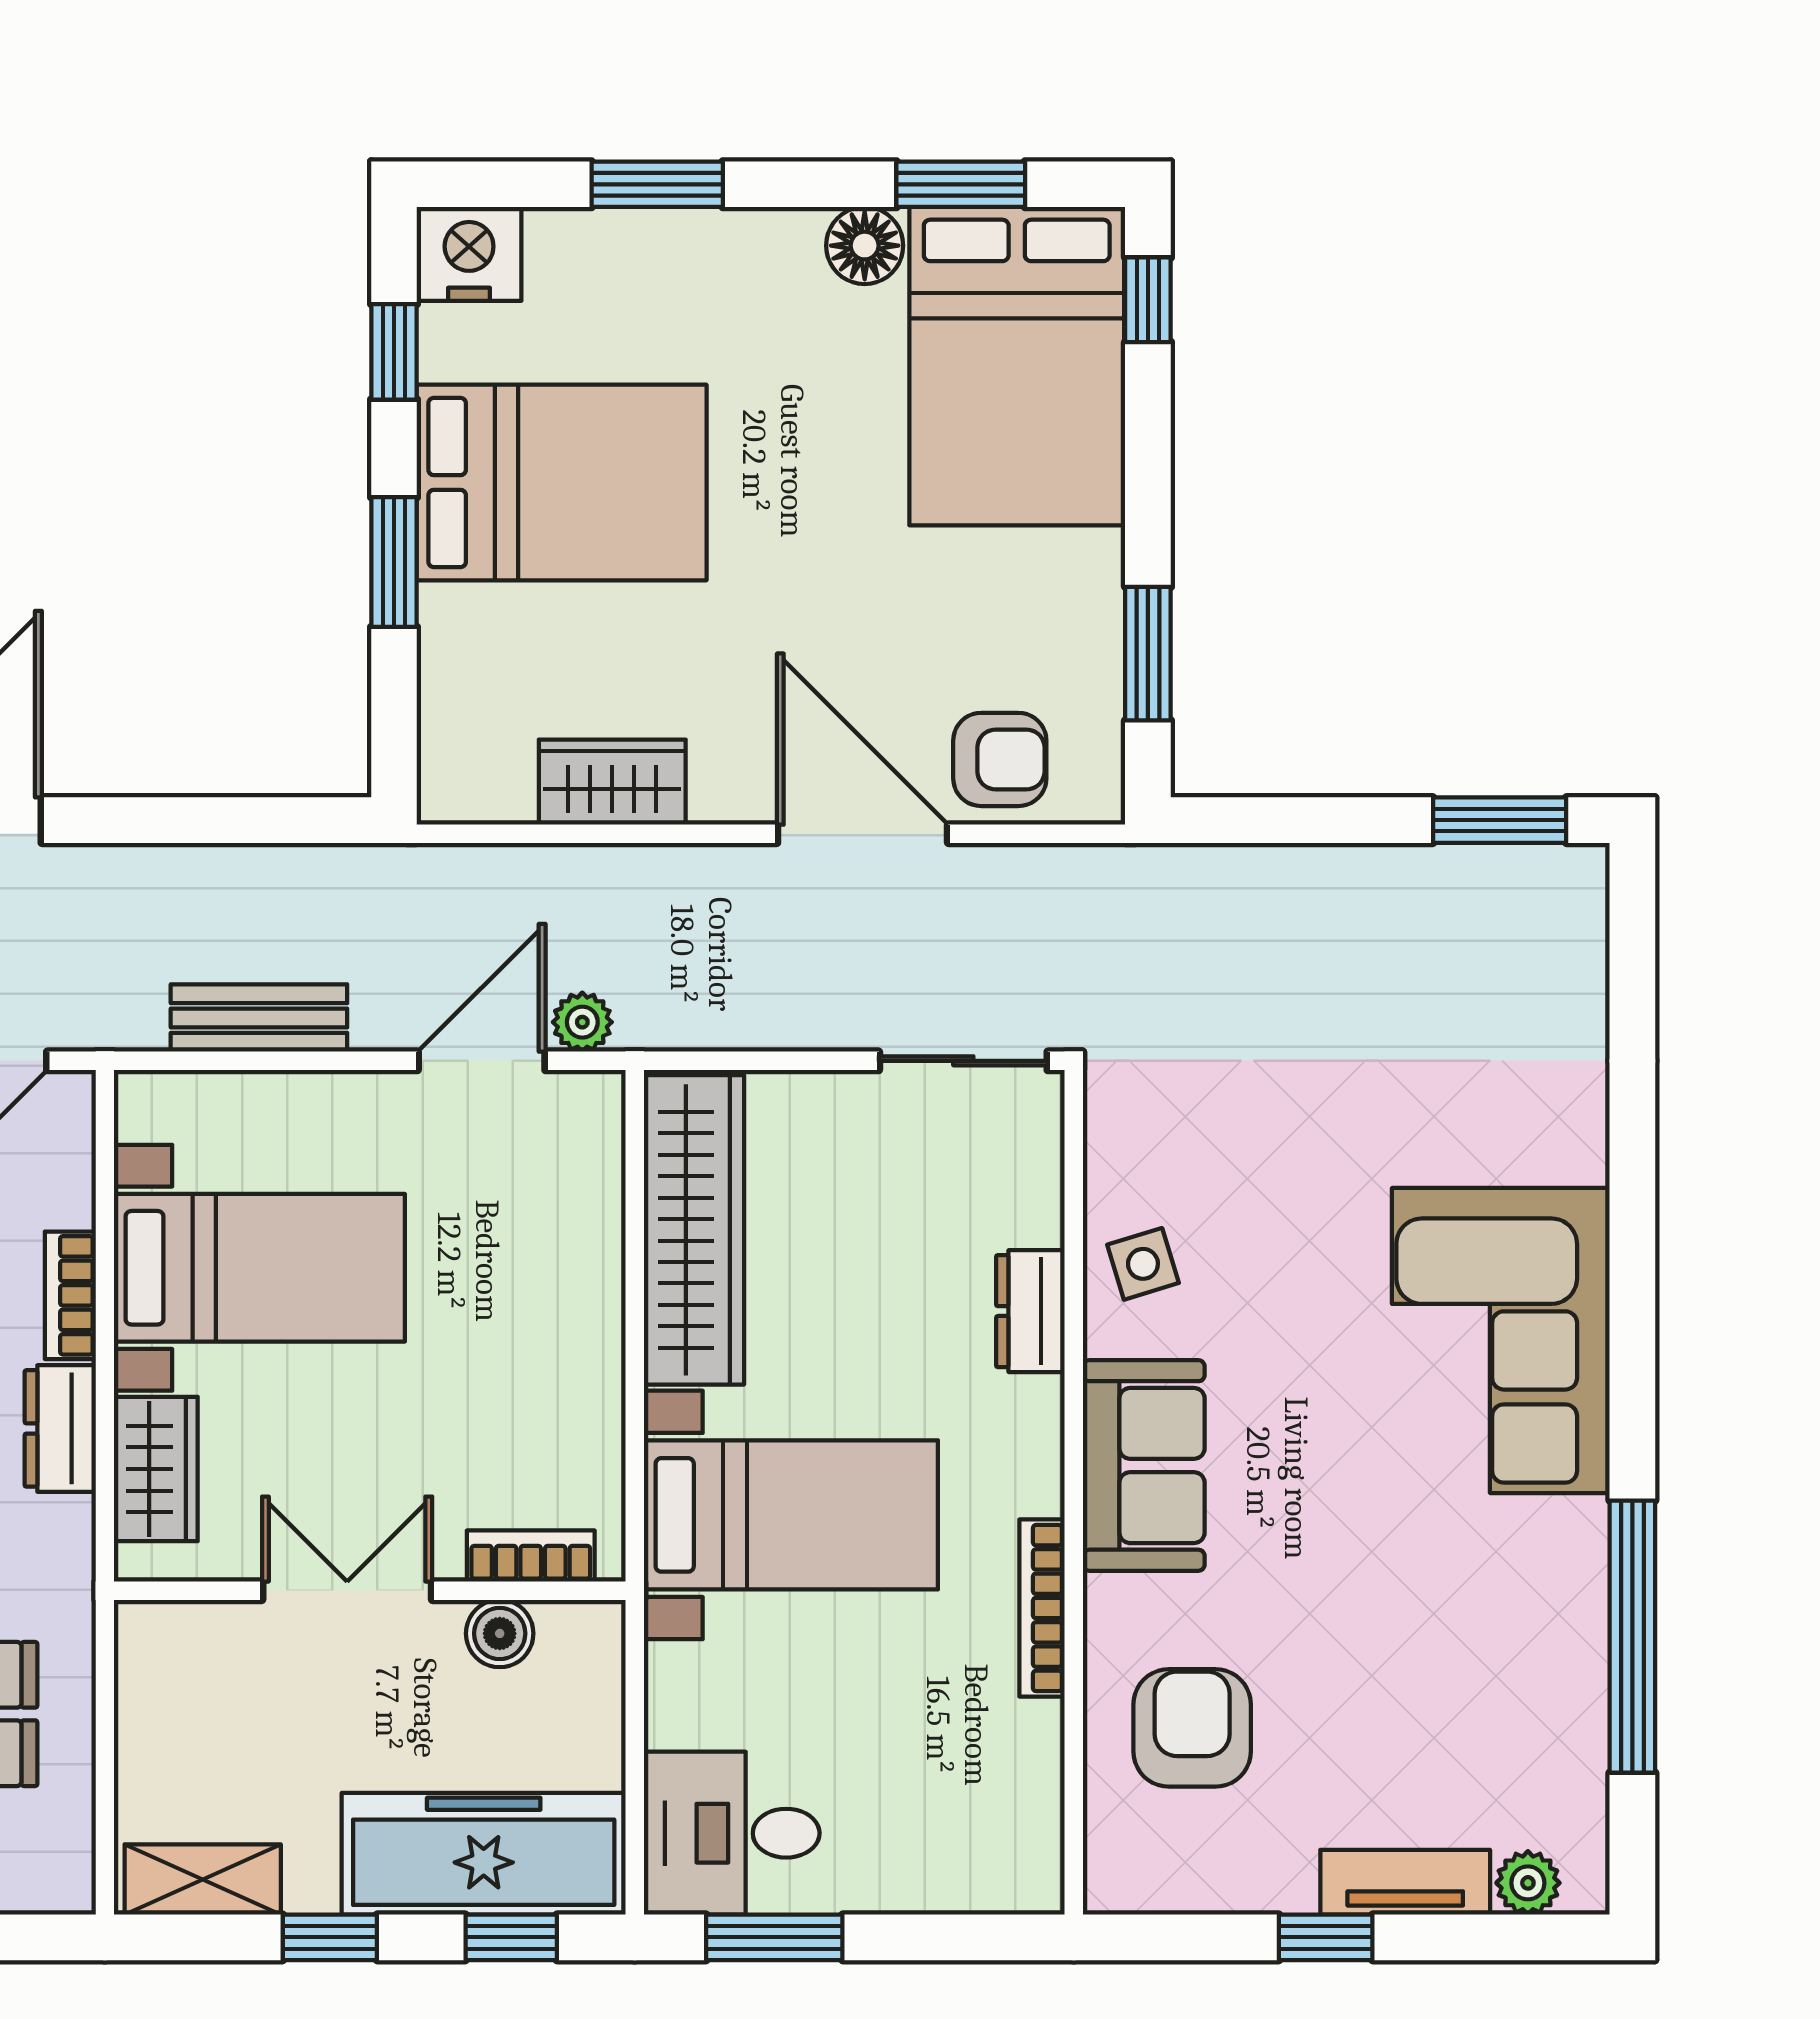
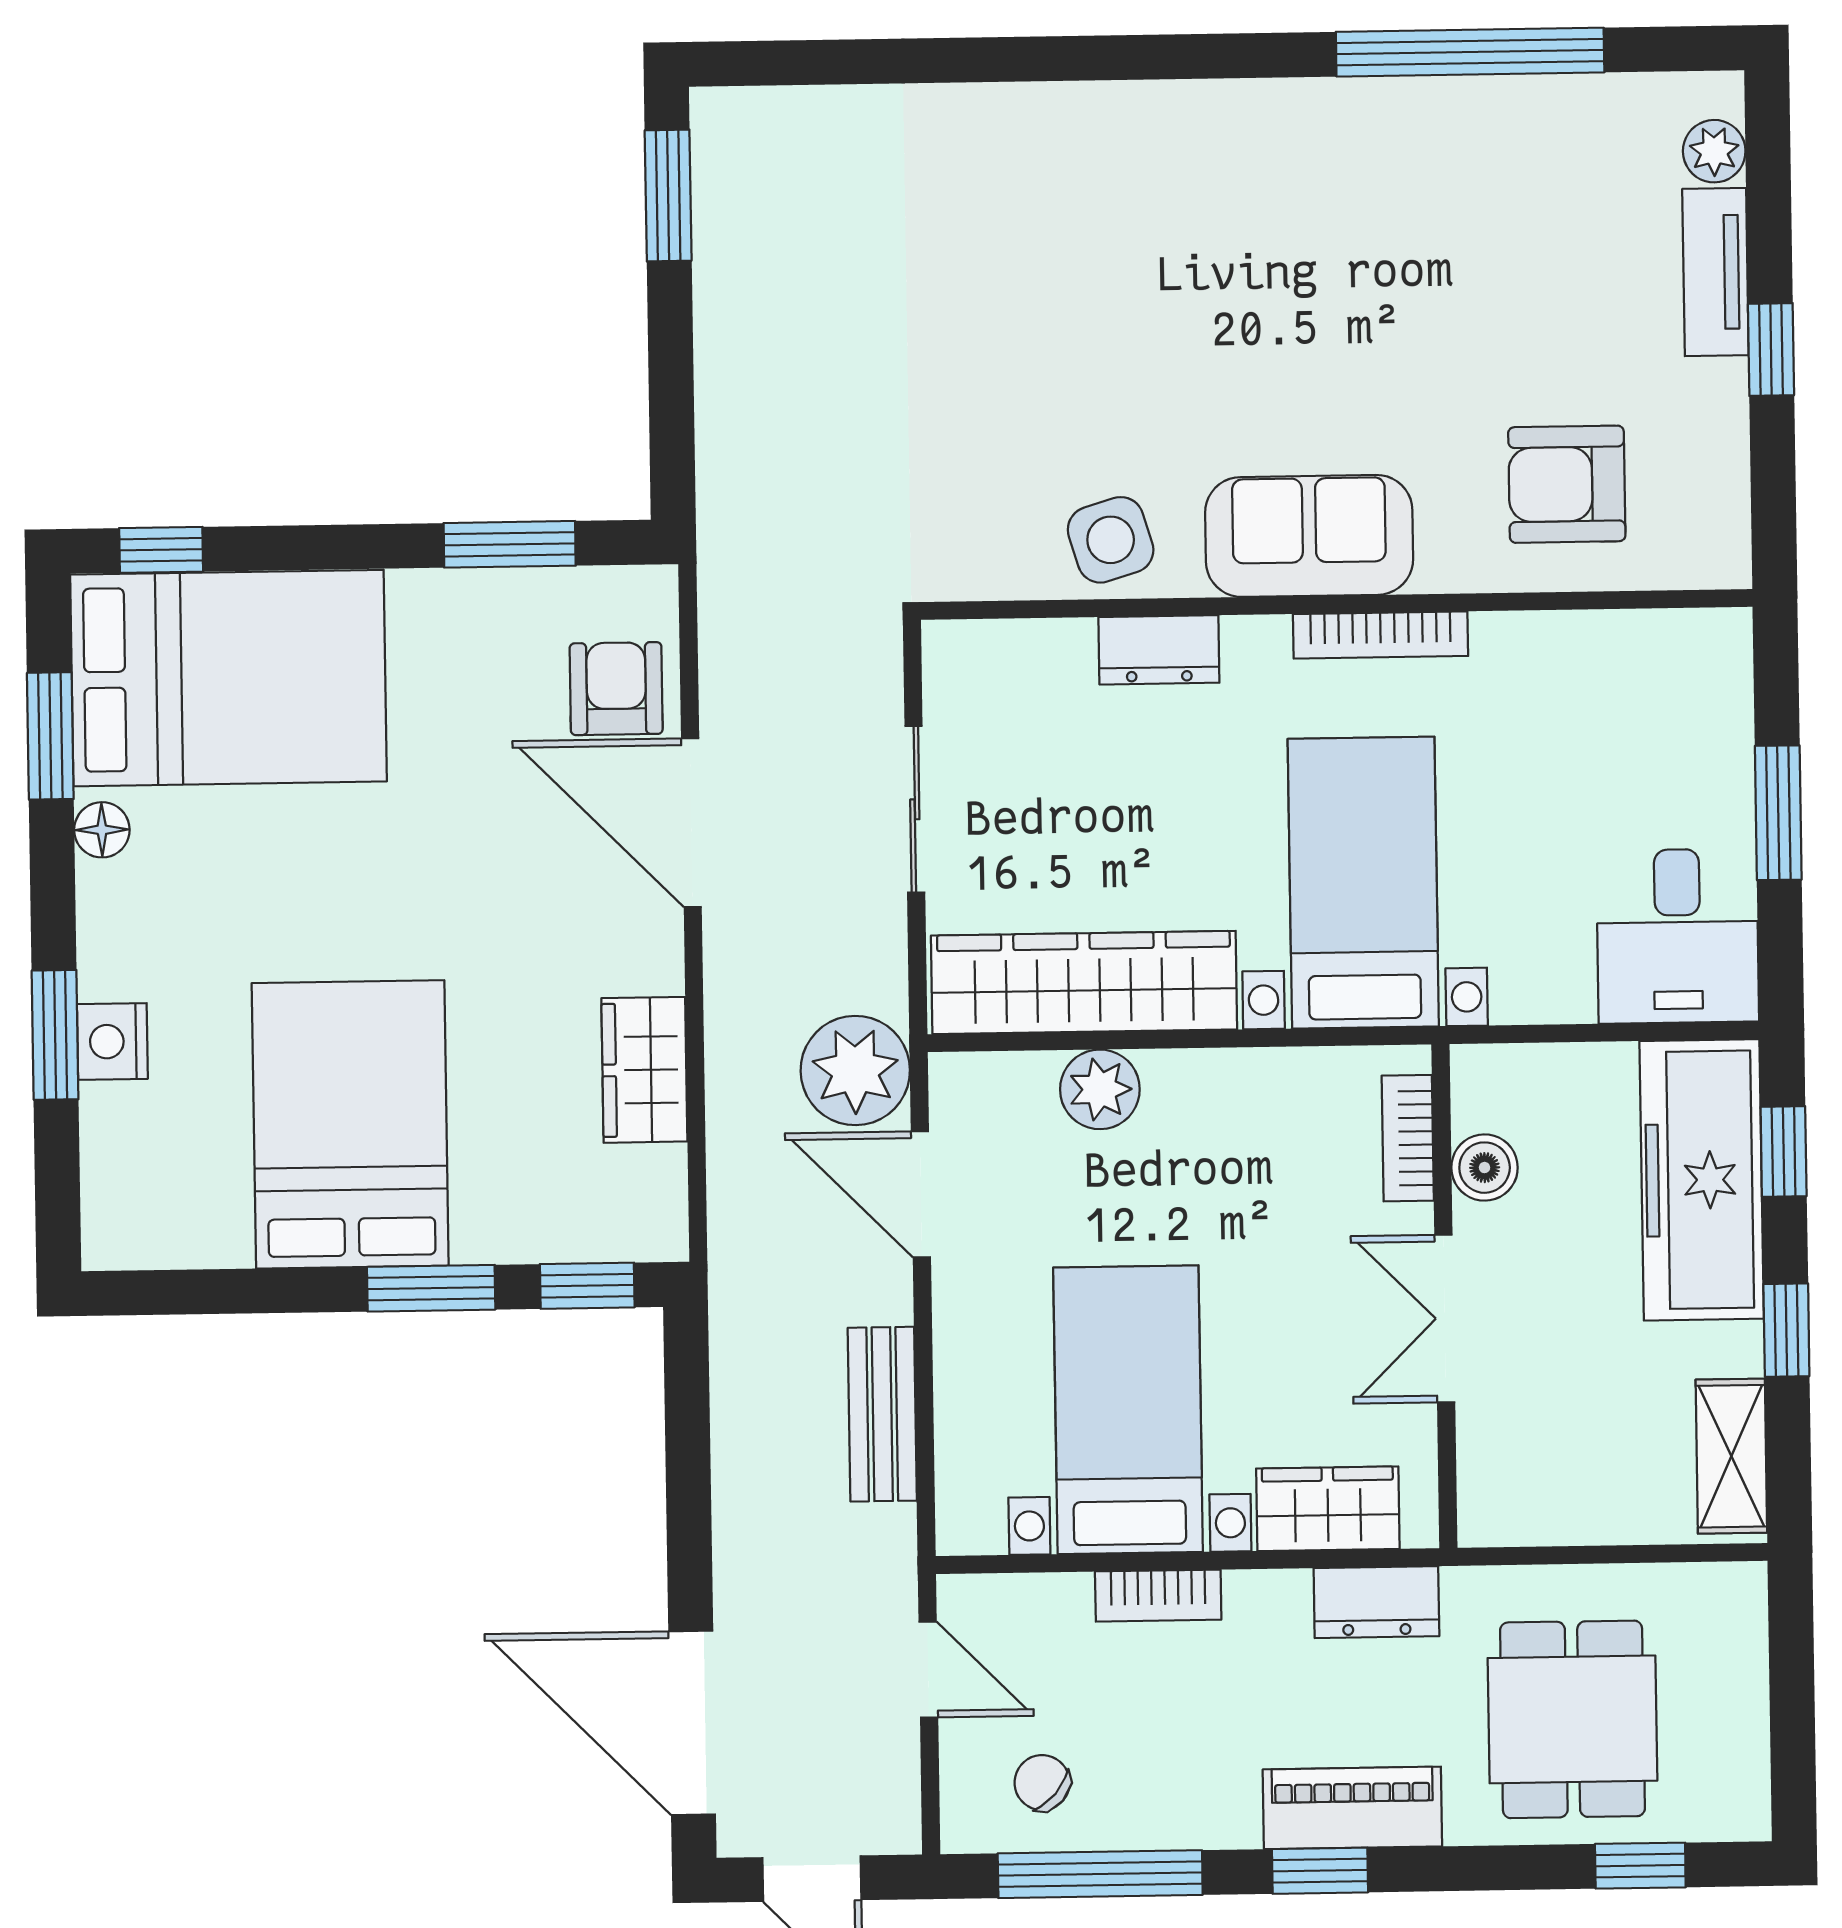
floor lamp: (865, 246) -> (102, 830), width x0.73, depth x0.73
nightstand: (469, 254) -> (112, 1041), moved, width x0.74, depth x0.75
window: (394, 352) -> (587, 1286), moved
door: (863, 834) -> (691, 823), hinge flipped
plant: (582, 1022) -> (855, 1071), width x1.88, depth x1.88
sliding door: (963, 1061) -> (915, 809), moved
plant: (585, 1244) -> (1100, 1089), added
side table: (1143, 1264) -> (1111, 540), width x1.37, depth x1.37
corner sofa: (1501, 1341) -> (1181, 186), removed
dresser: (60, 1428) -> (1376, 1602), moved
bookcase: (1042, 1608) -> (1381, 635), moved
window: (774, 1937) -> (1778, 813), moved

